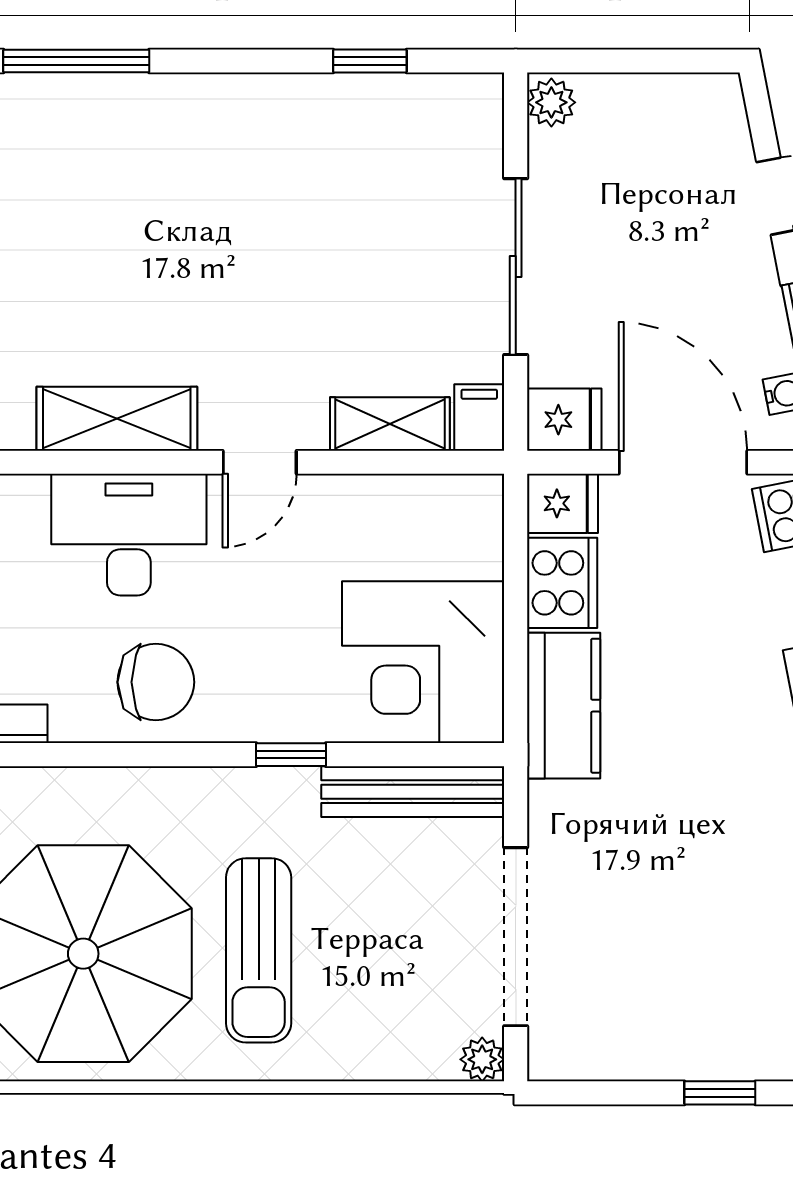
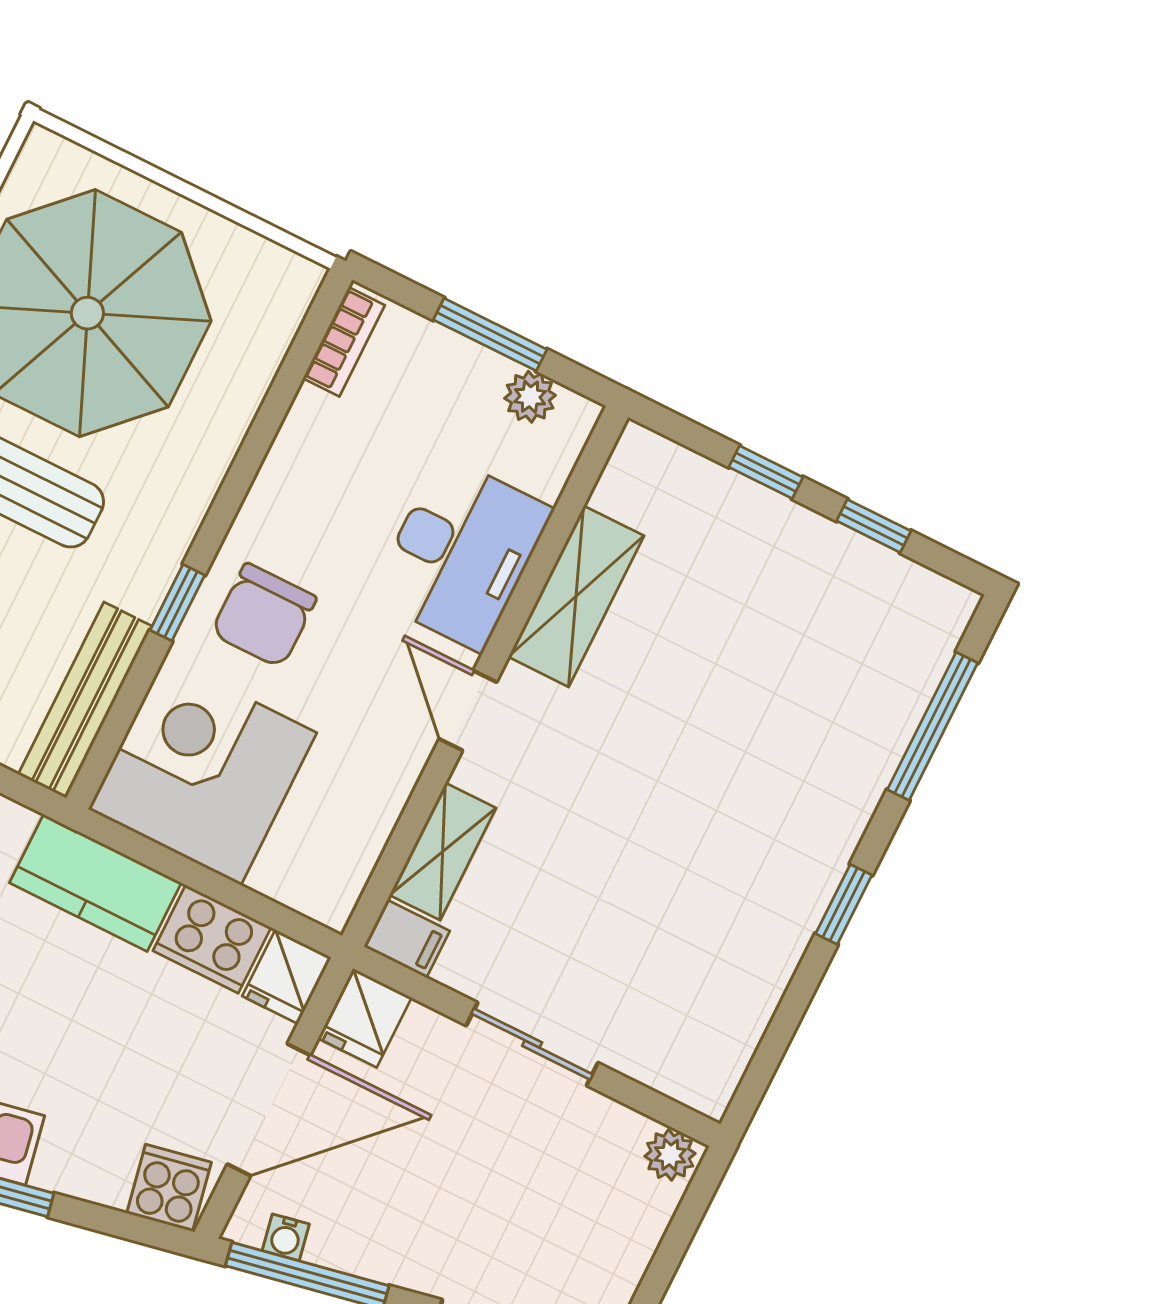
window: (370, 61) -> (844, 904), moved
sliding door: (516, 267) -> (532, 1044), width x0.73
chair: (156, 682) -> (264, 615), moved

